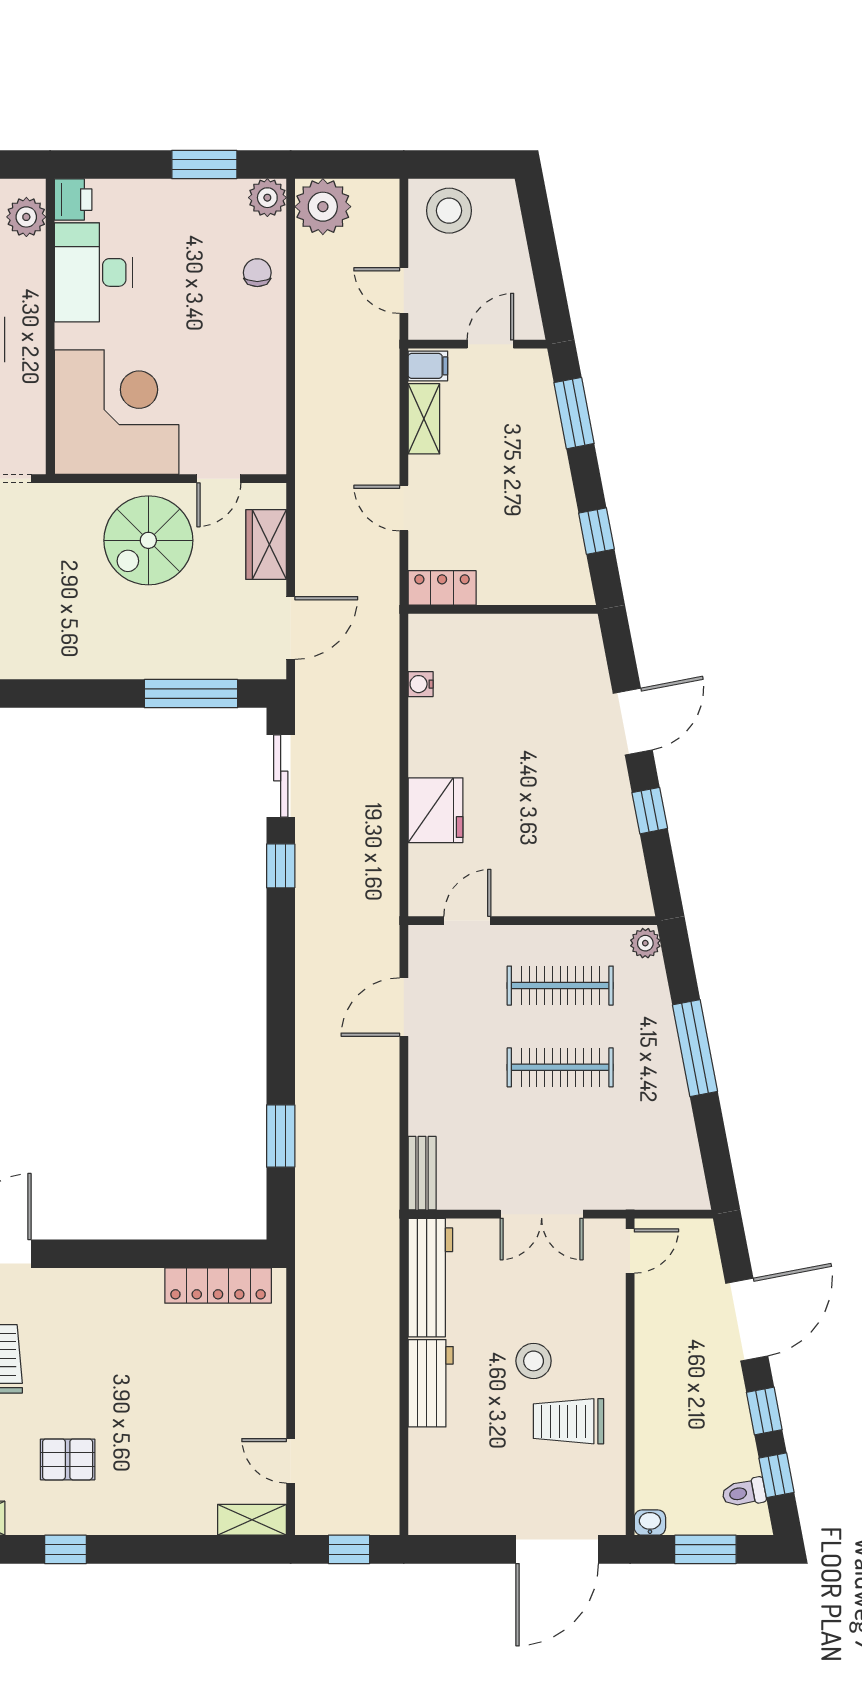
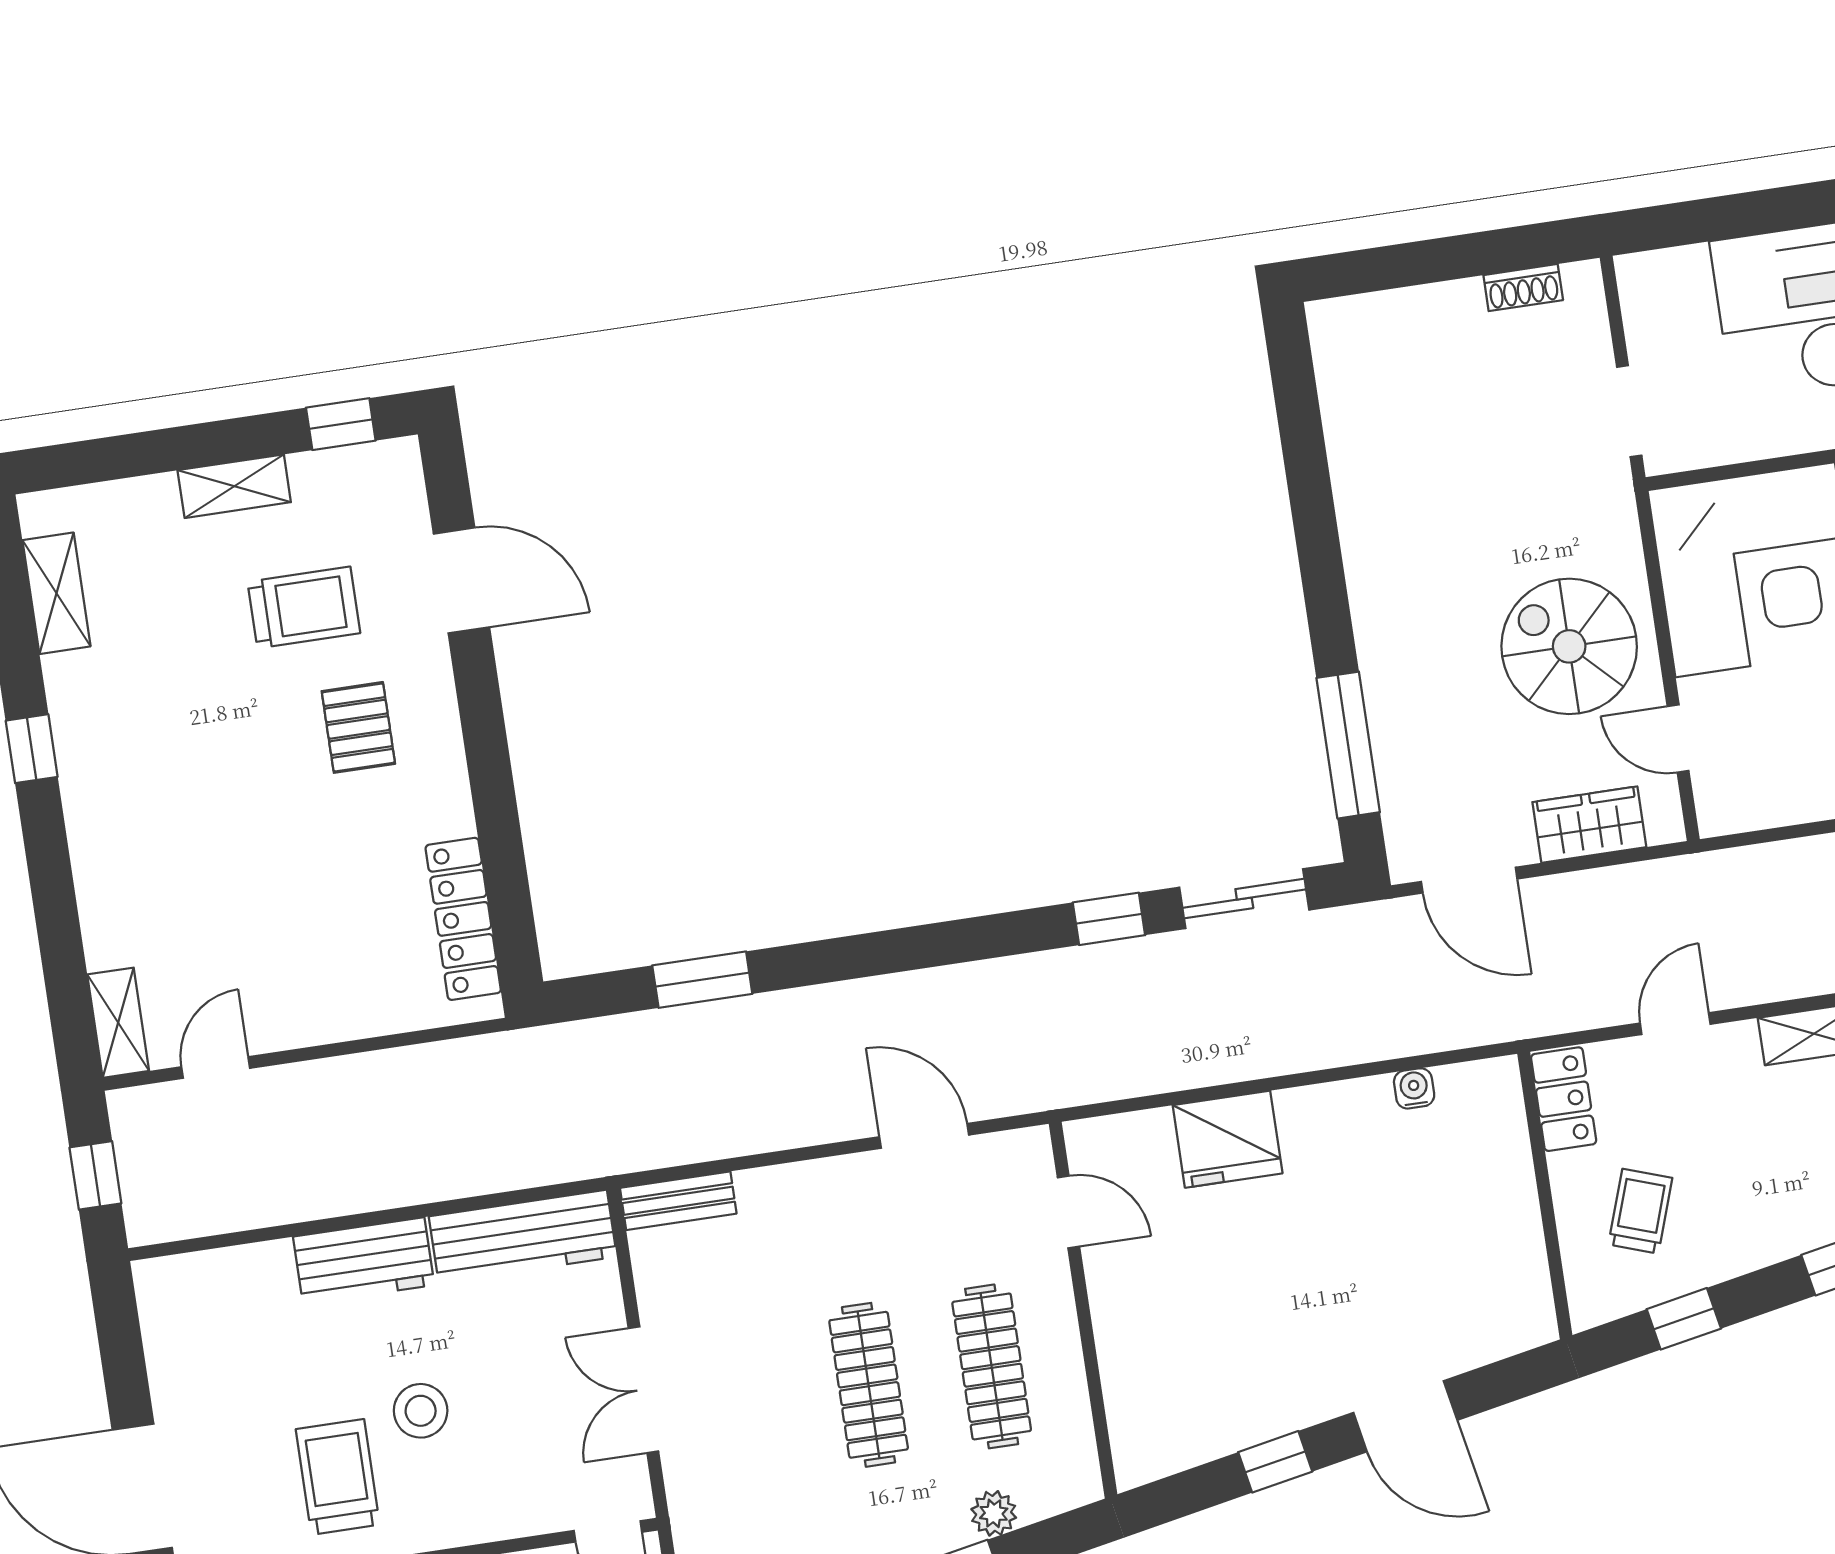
trolley: (522, 549) -> (1640, 1211), added
plant: (645, 943) -> (994, 1513), moved
pallet: (68, 1459) -> (358, 727), moved

